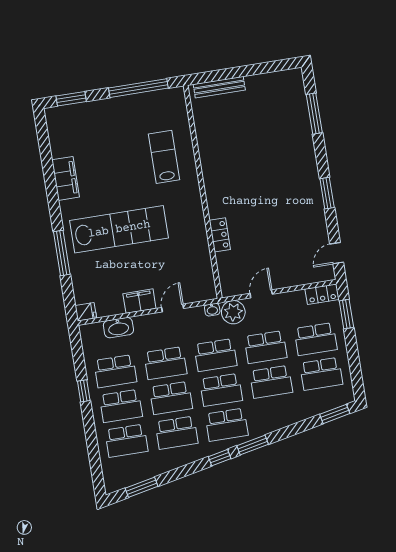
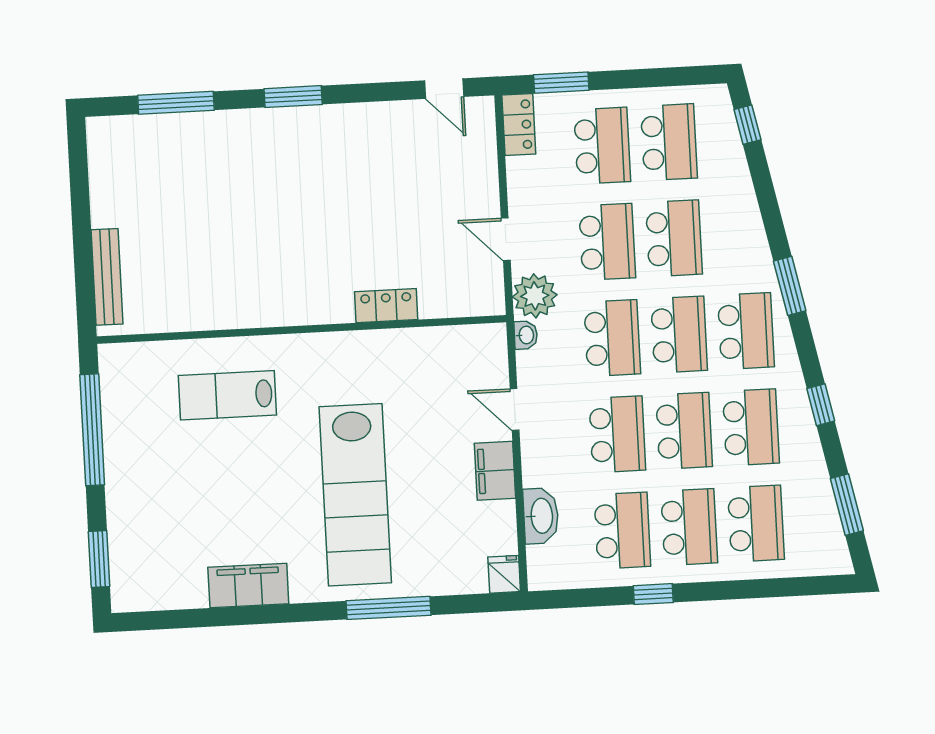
window: (327, 193) -> (293, 97), moved
lab bench: (119, 229) -> (355, 495), turned 180
window: (335, 414) -> (747, 125), width x0.67
window: (220, 458) -> (821, 405), moved

